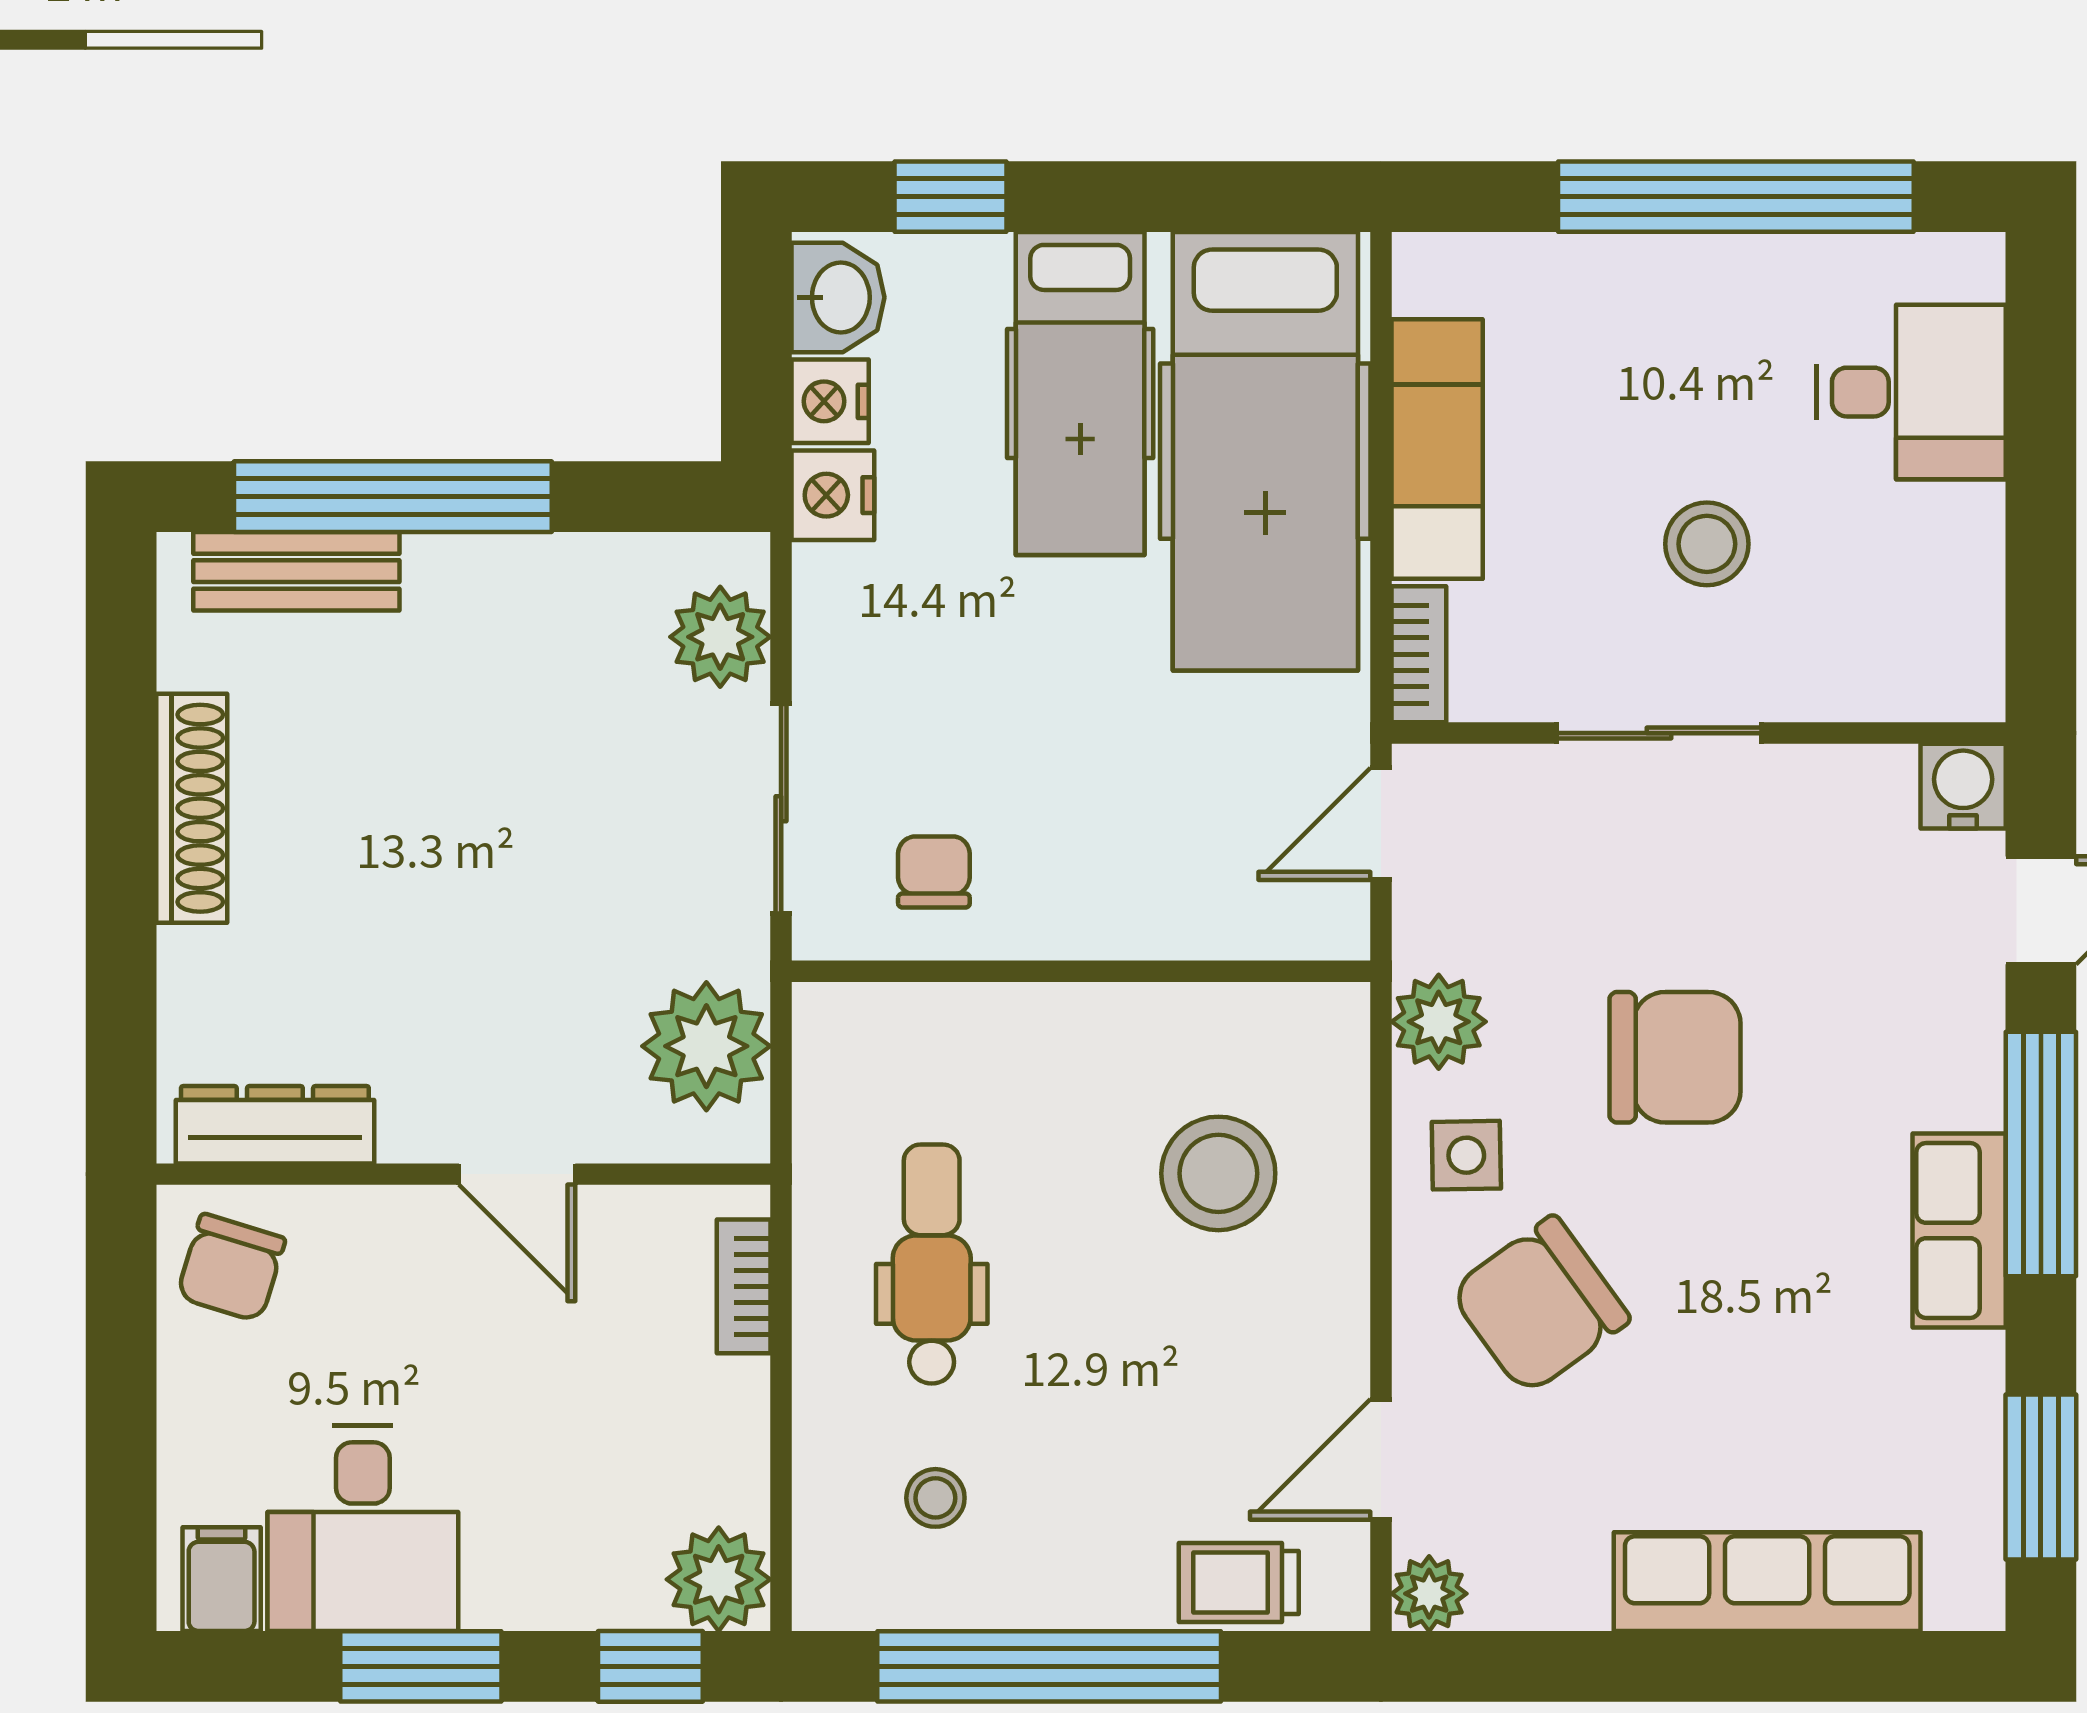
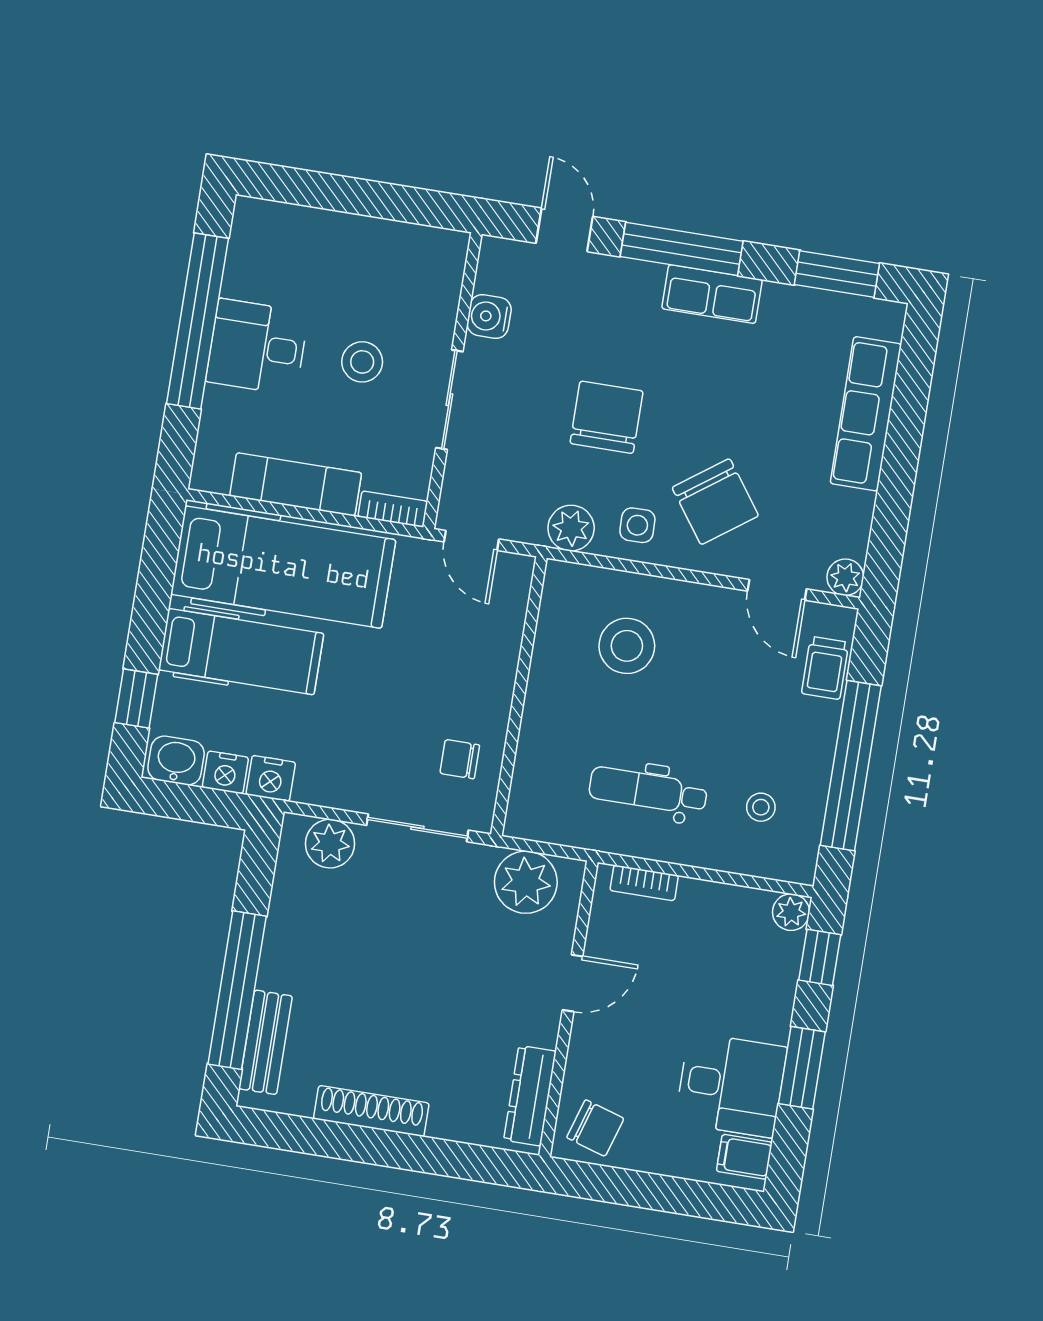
desk: (1911, 392) -> (257, 347), moved, turned -90
water cooler: (1963, 786) -> (489, 316), moved
plant: (719, 1579) -> (791, 912), width x0.73, depth x0.73

